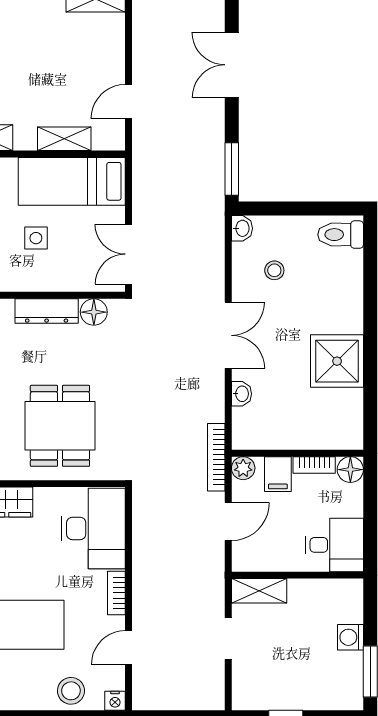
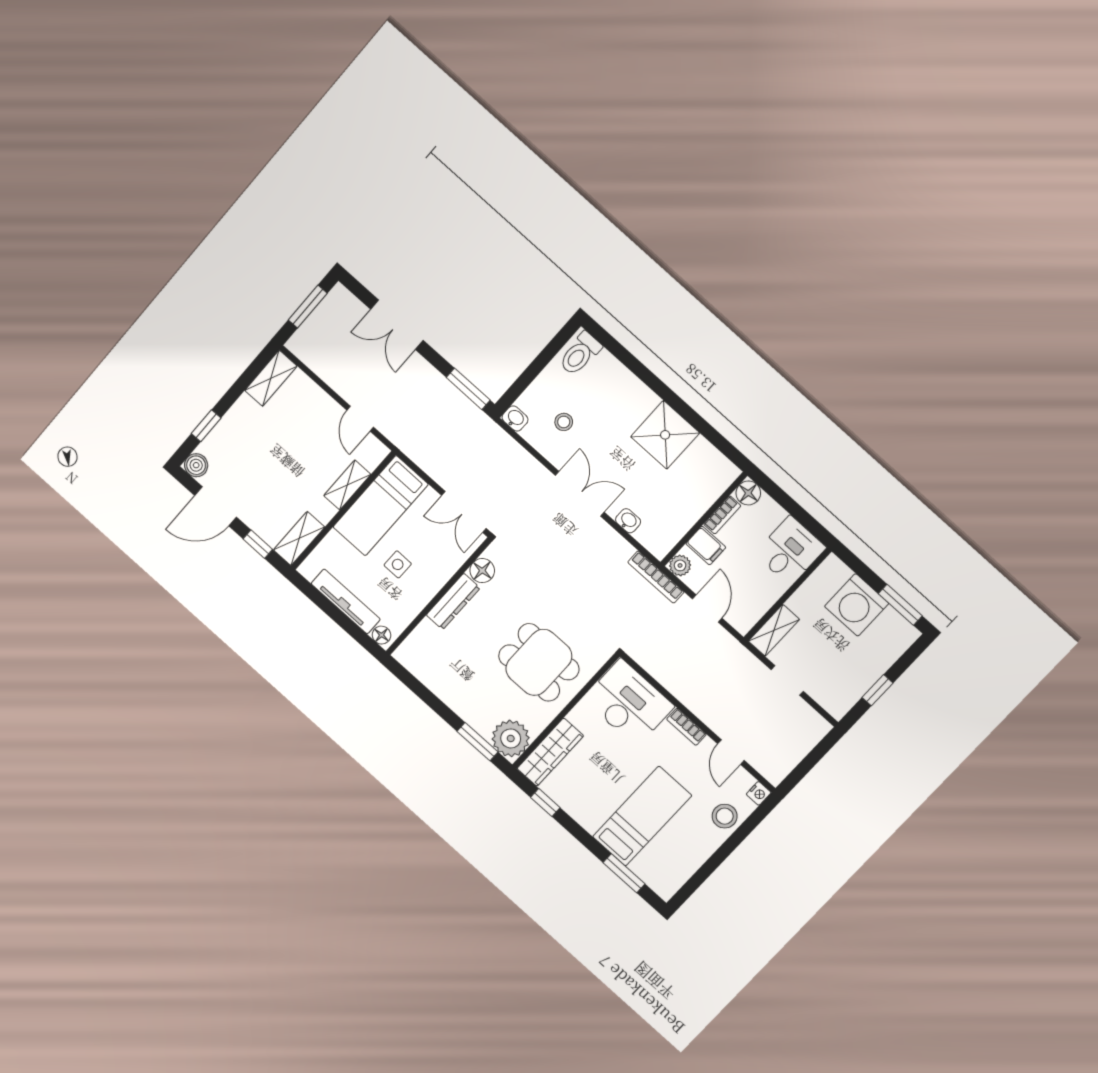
washing machine: (350, 637) -> (857, 605), width x1.89, depth x1.89

